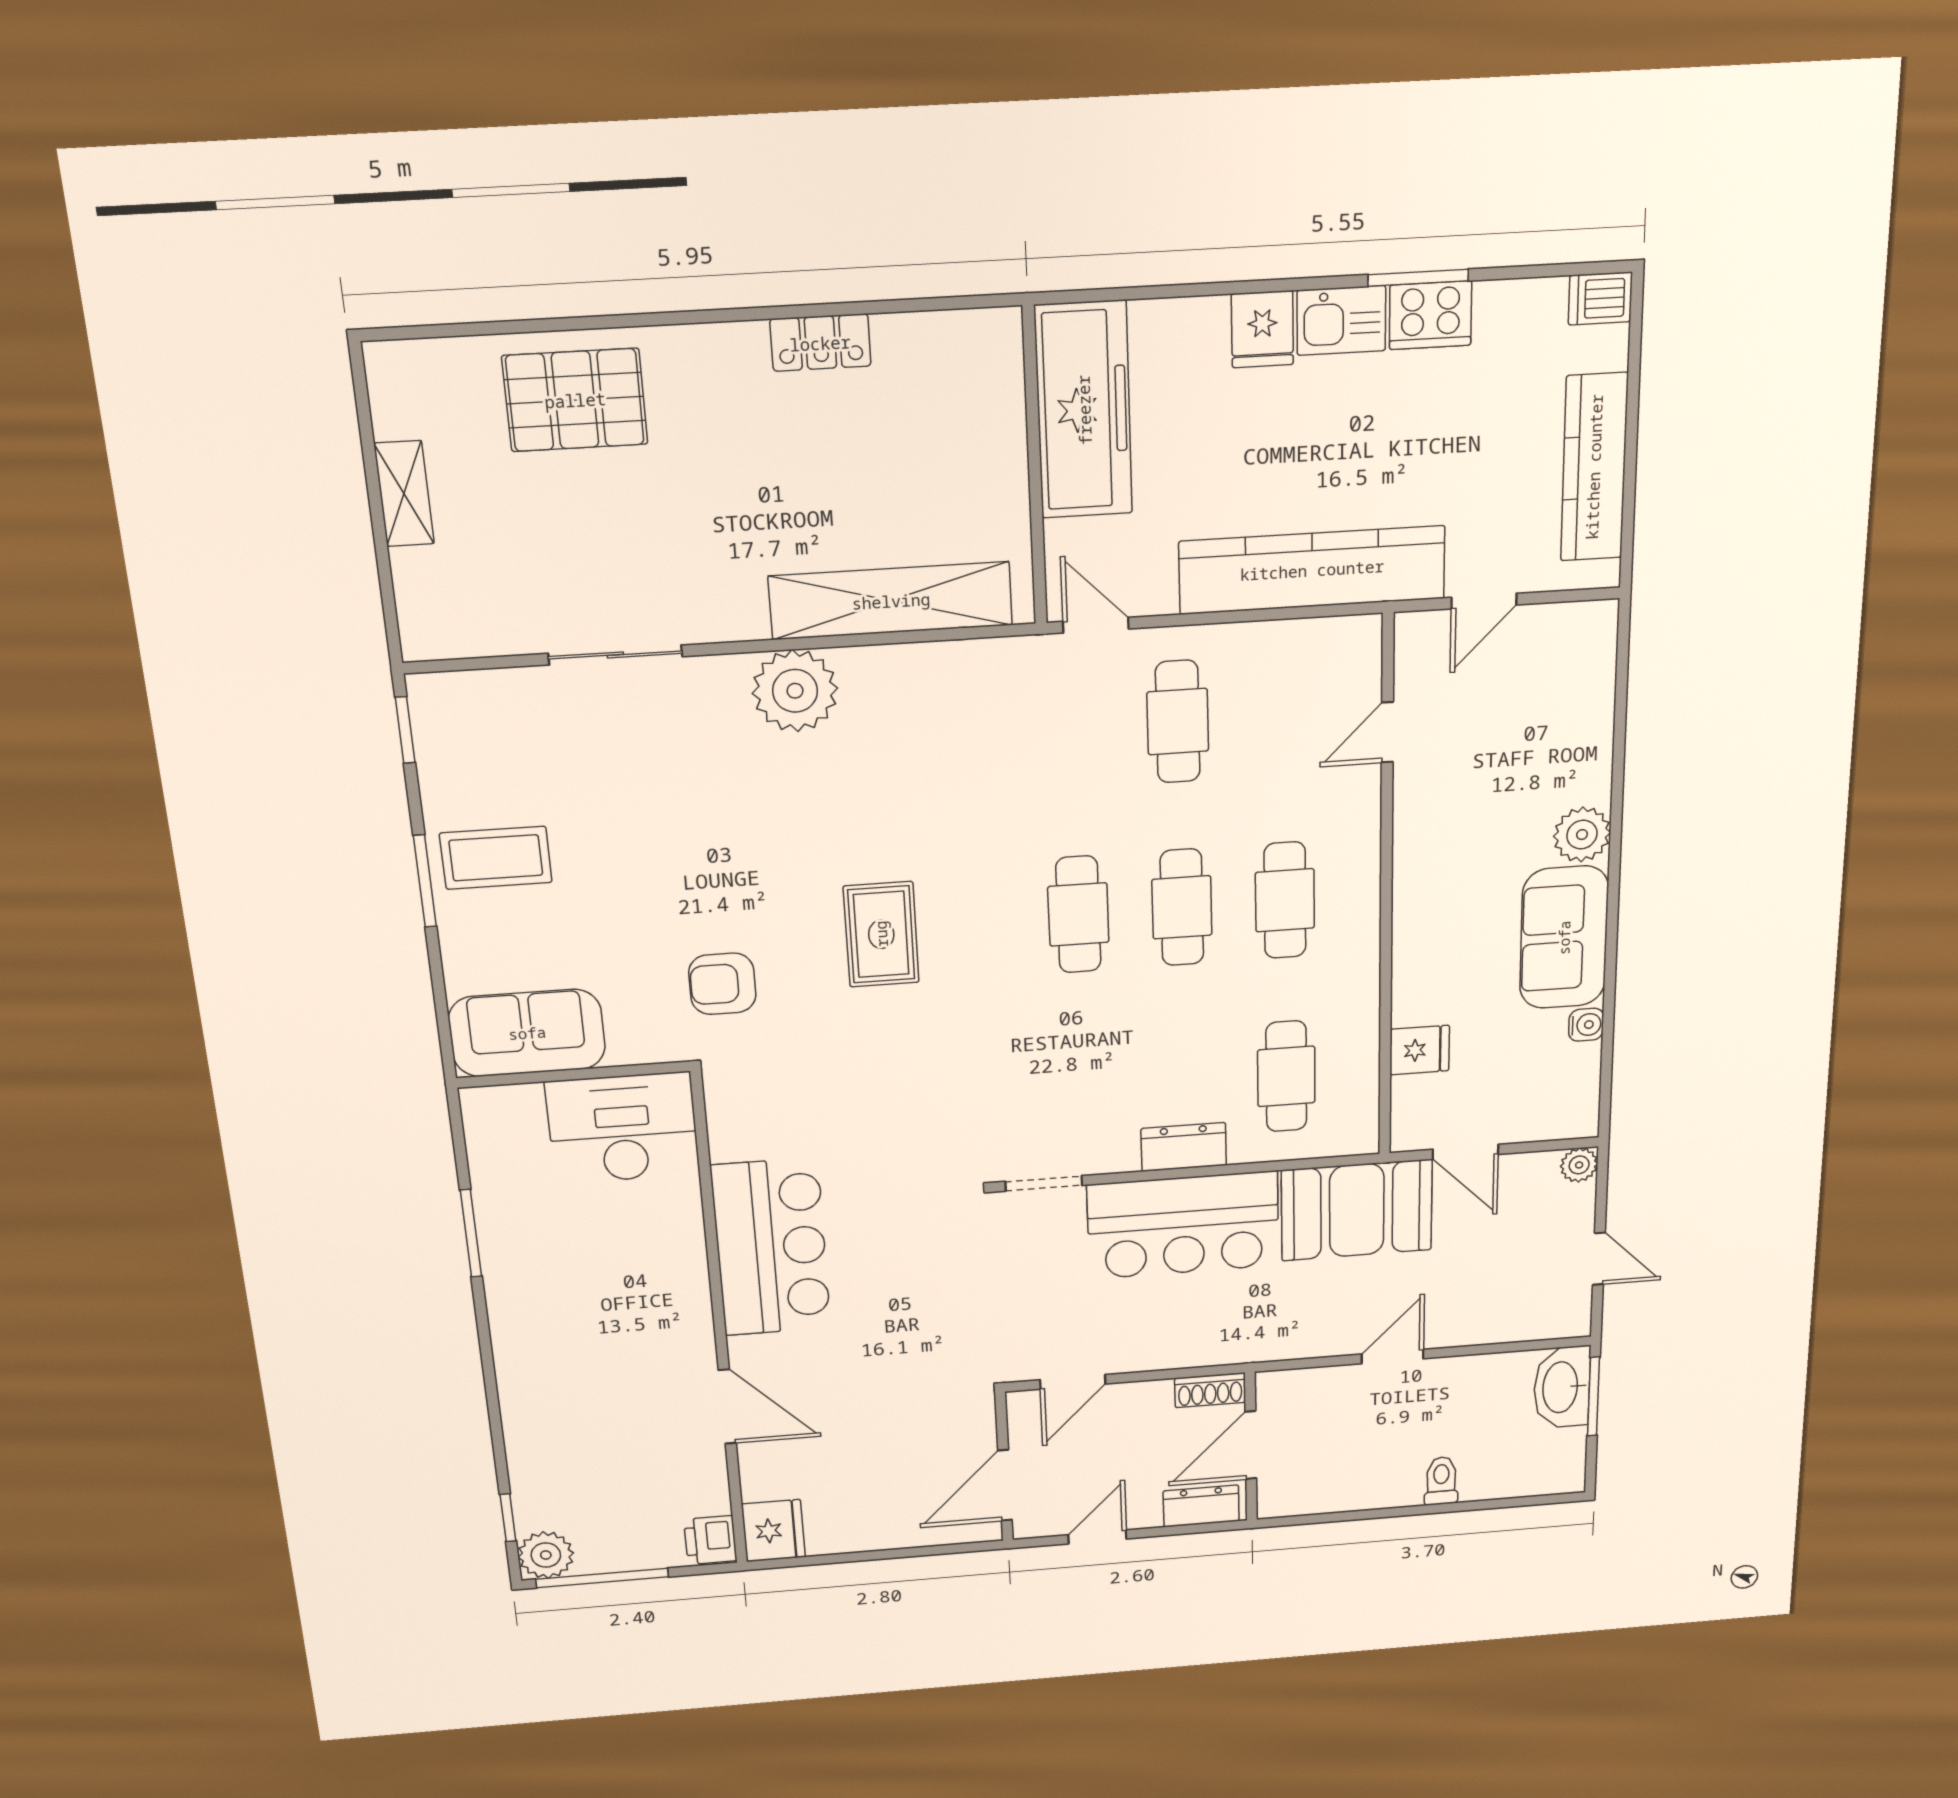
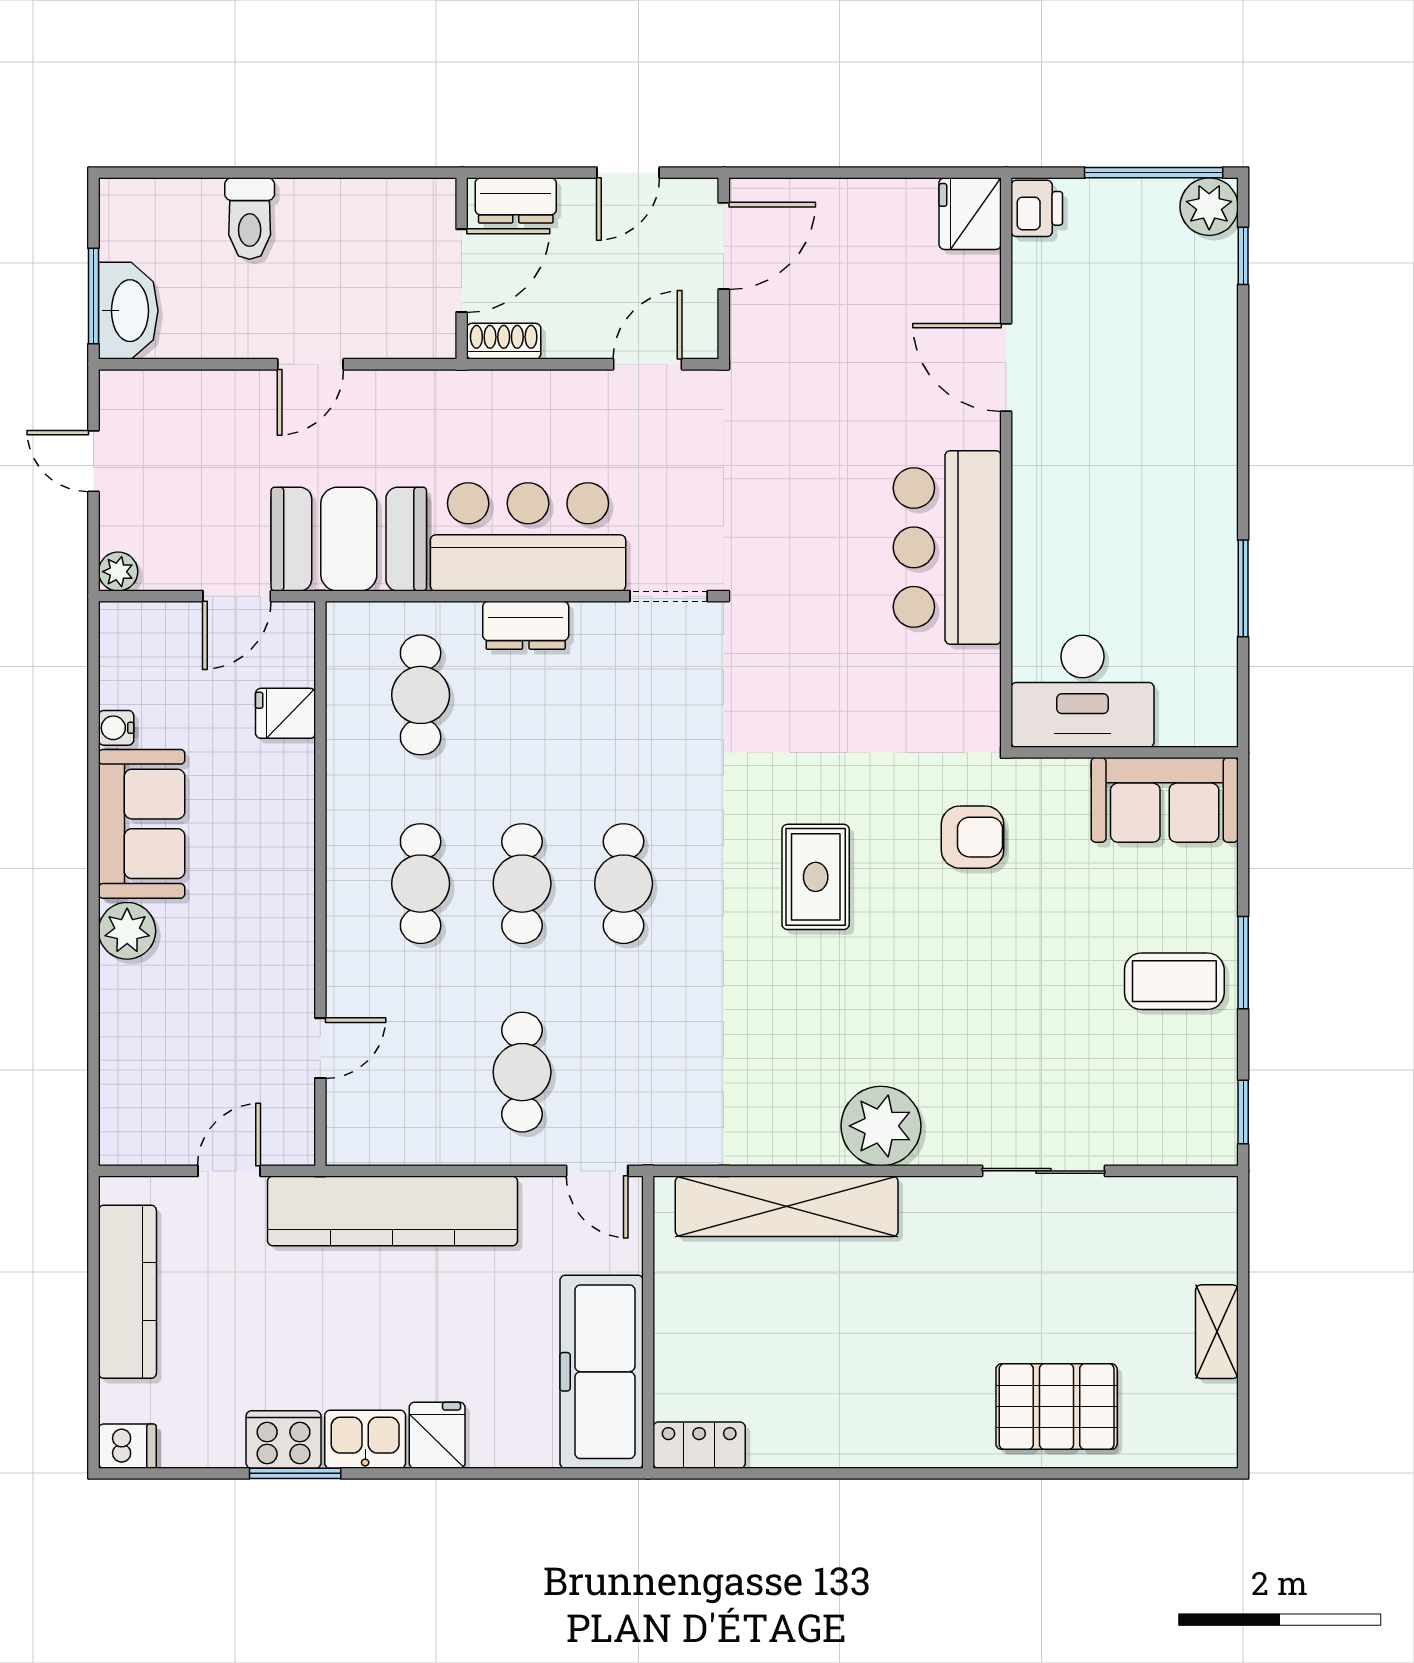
locker: (820, 343) -> (699, 1445), moved
door: (1465, 1152) -> (237, 596), swing flipped
toilet: (1441, 1481) -> (250, 219), width x1.37, depth x1.39

